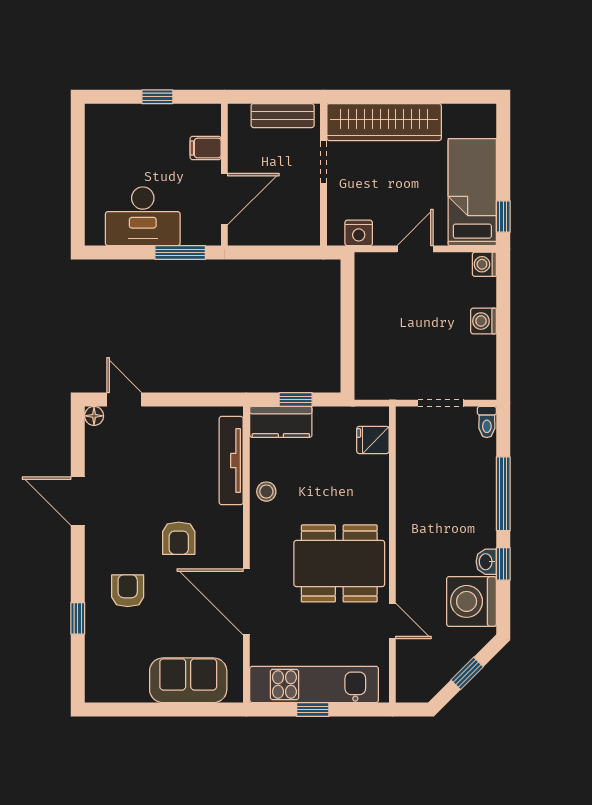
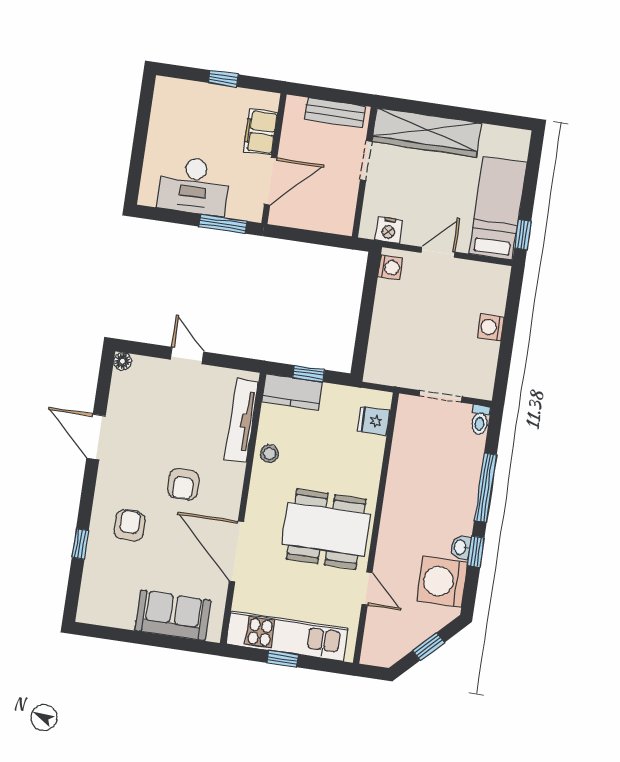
filing cabinet: (206, 148) -> (260, 132), width x2.00
washing machine: (484, 264) -> (390, 267), moved, turned 180
door: (124, 400) -> (187, 356), moved

